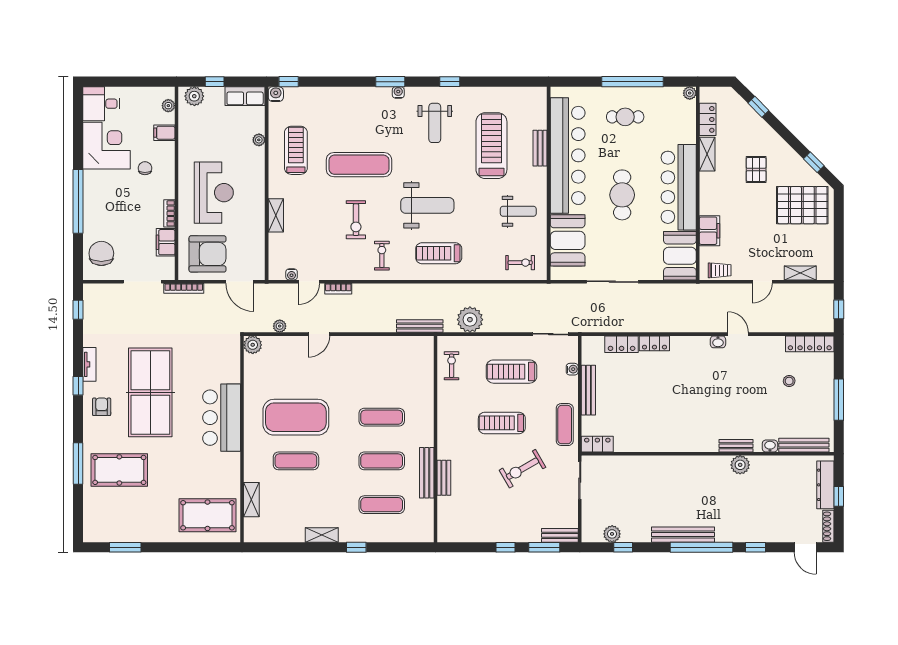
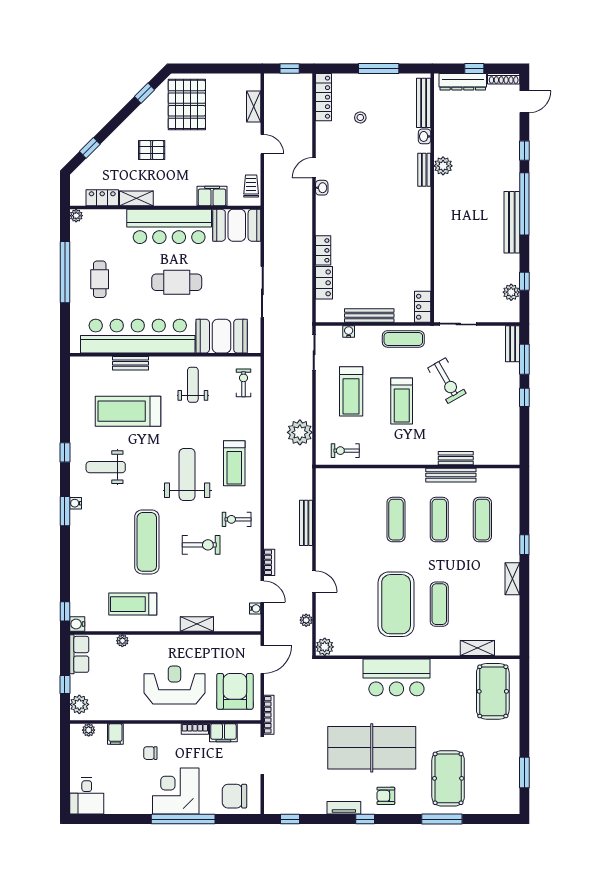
weight bench: (435, 123) -> (106, 467), turned 180
corner desk: (107, 146) -> (176, 791), moved
bench: (420, 326) -> (306, 523), moved

